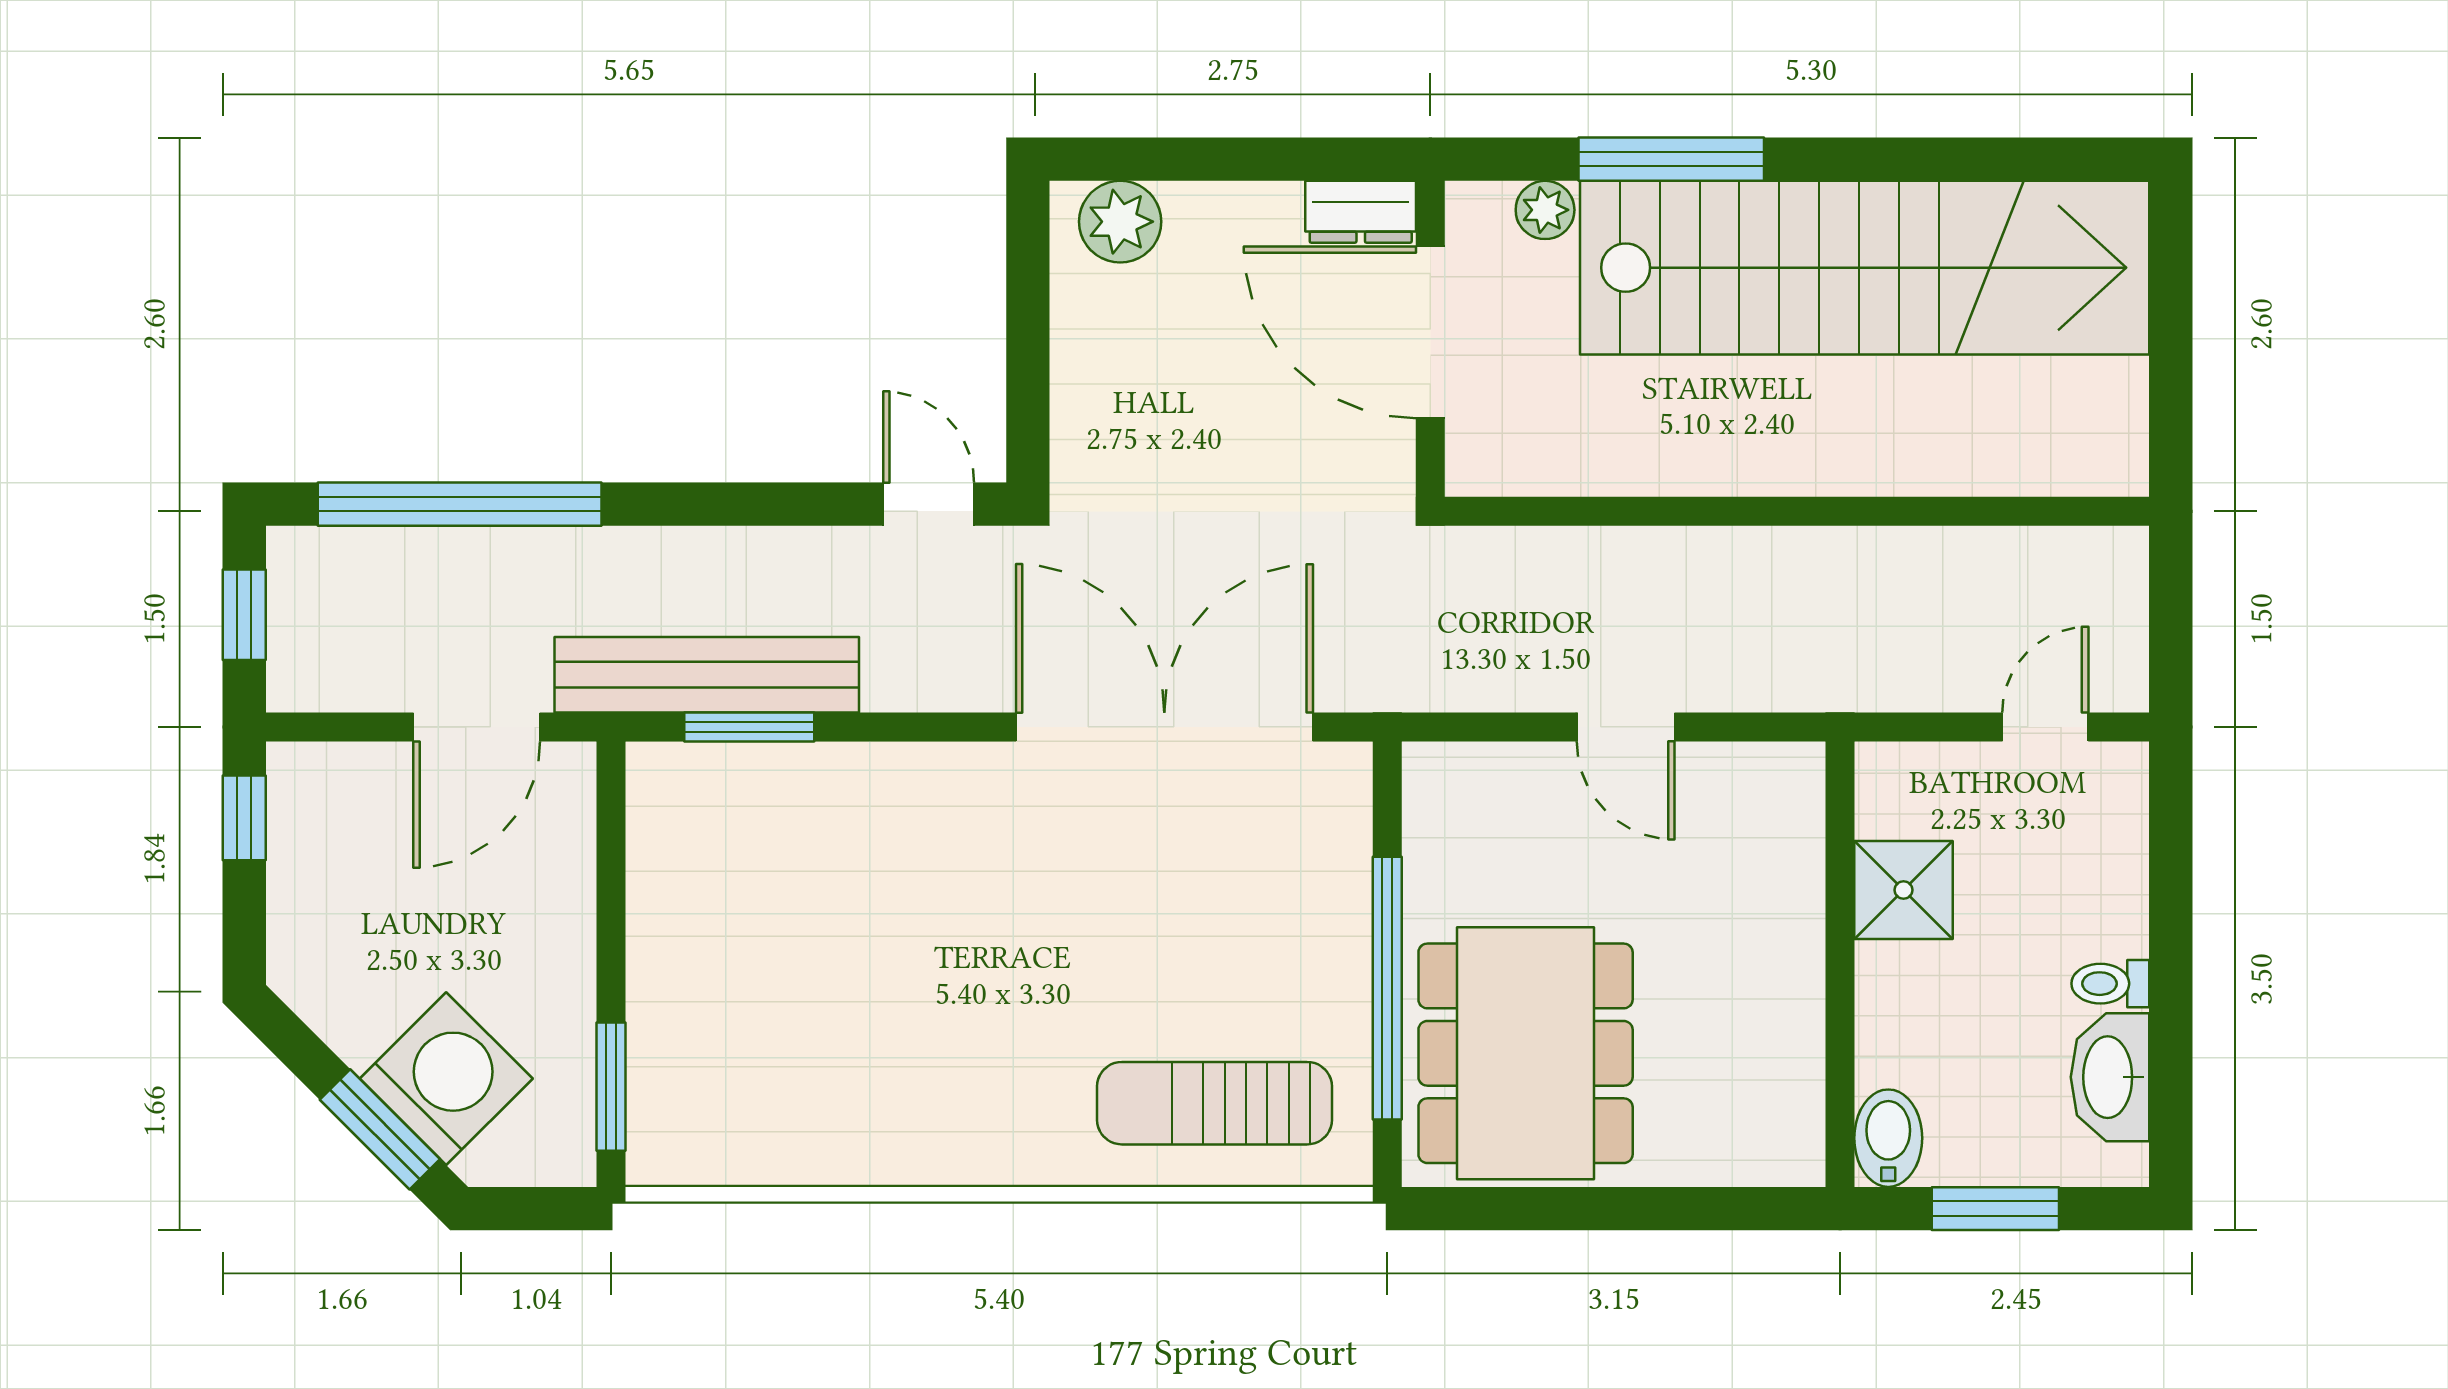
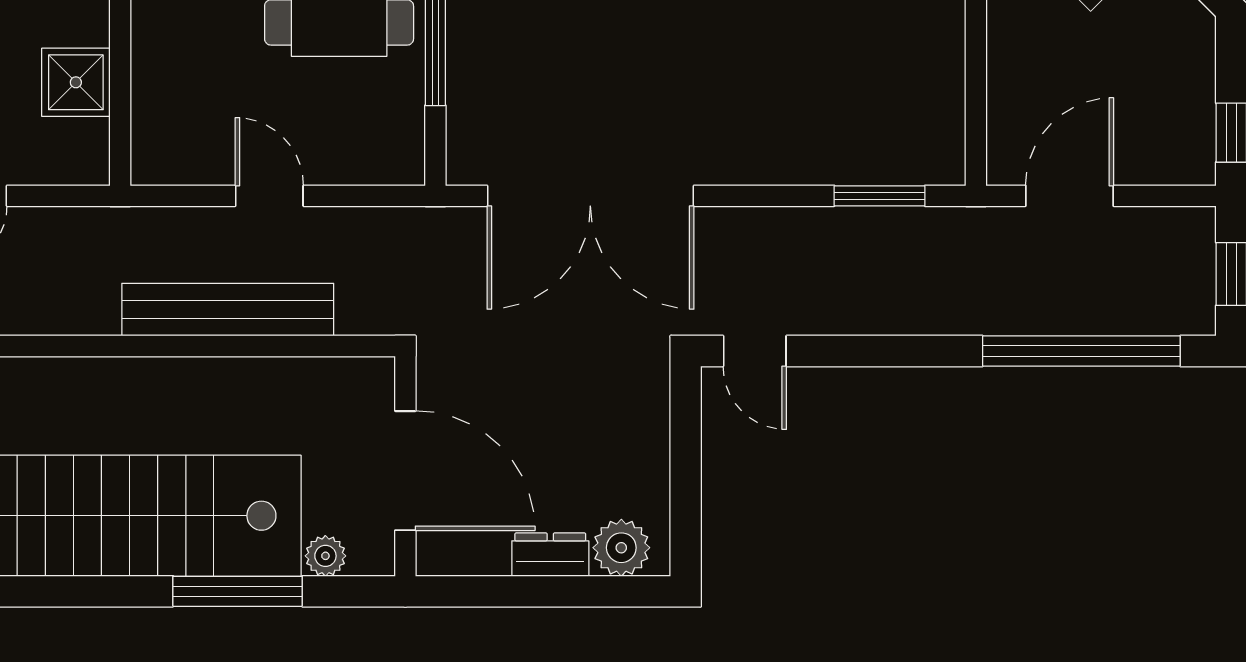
dresser: (1361, 212) -> (550, 555), moved
bench: (707, 675) -> (228, 310), moved

